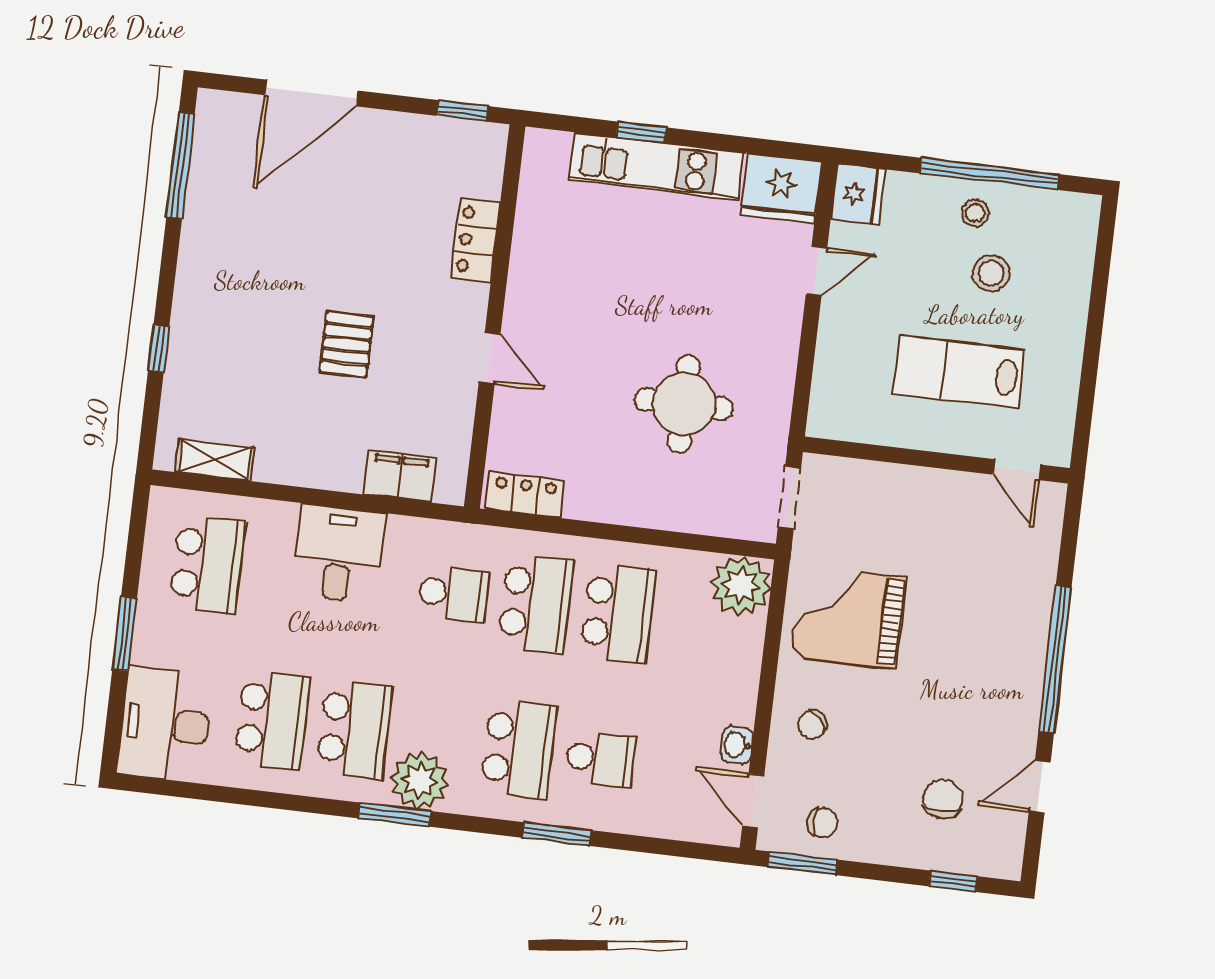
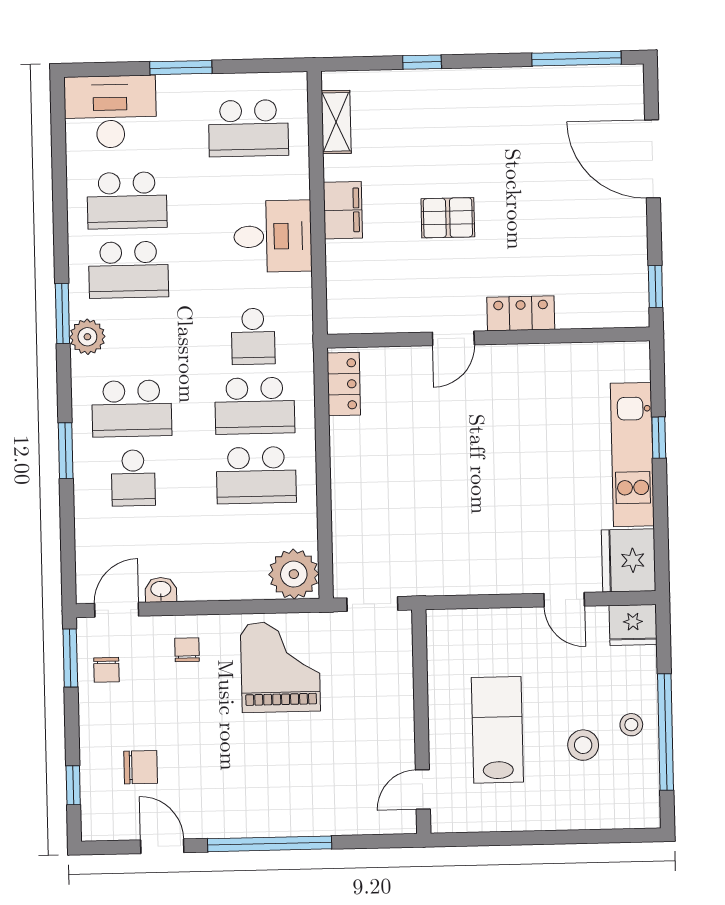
locker: (476, 240) -> (521, 313), moved
round table: (684, 404) -> (438, 505), removed
filing cabinet: (400, 476) -> (343, 210), moved
chair: (812, 724) -> (187, 650), turned 41
plant: (420, 781) -> (87, 337), width x0.73, depth x0.73

